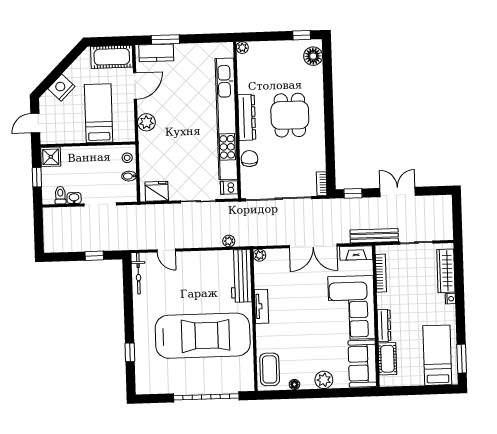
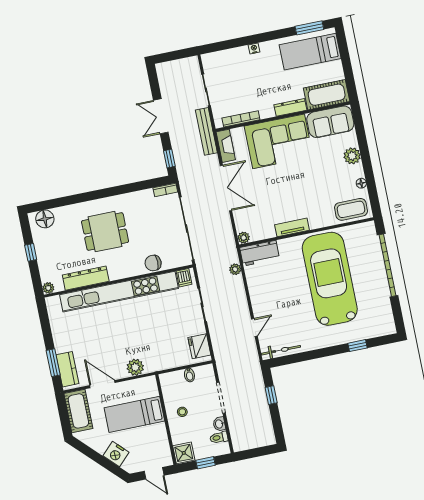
window: (302, 35) -> (31, 252), moved
dresser: (247, 117) -> (86, 278), moved
stool: (127, 158) -> (182, 412), moved
wardrobe: (446, 271) -> (228, 57), removed
workbench: (241, 276) -> (260, 253), width x0.73
cot: (387, 359) -> (327, 95), width x1.37, depth x1.34

